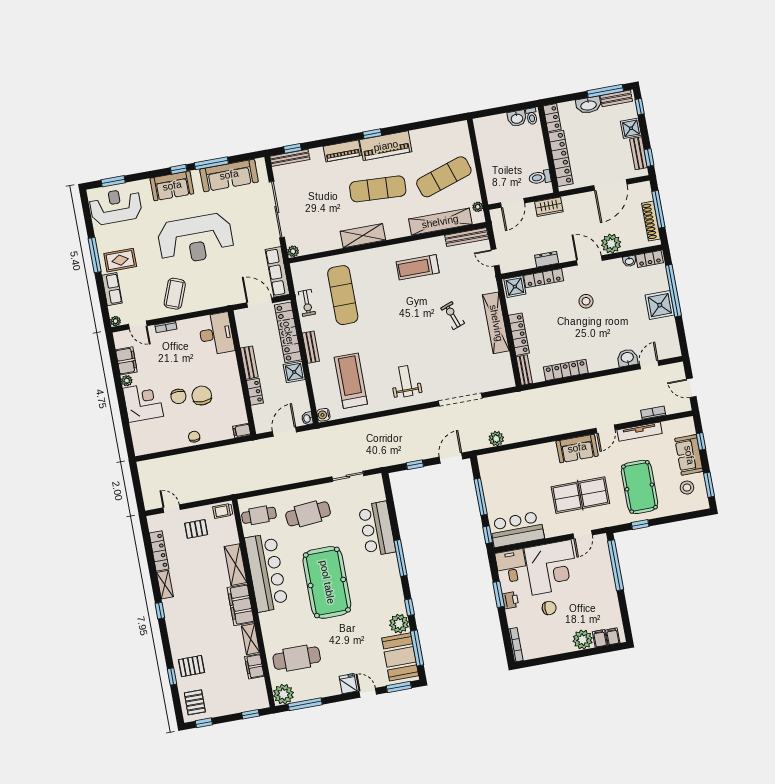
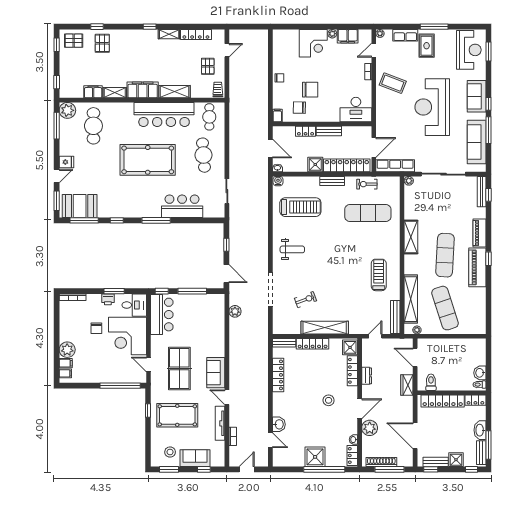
exercise bike: (453, 316) -> (306, 300), moved
chair: (178, 396) -> (299, 108), moved
plant: (399, 624) -> (106, 210), removed

